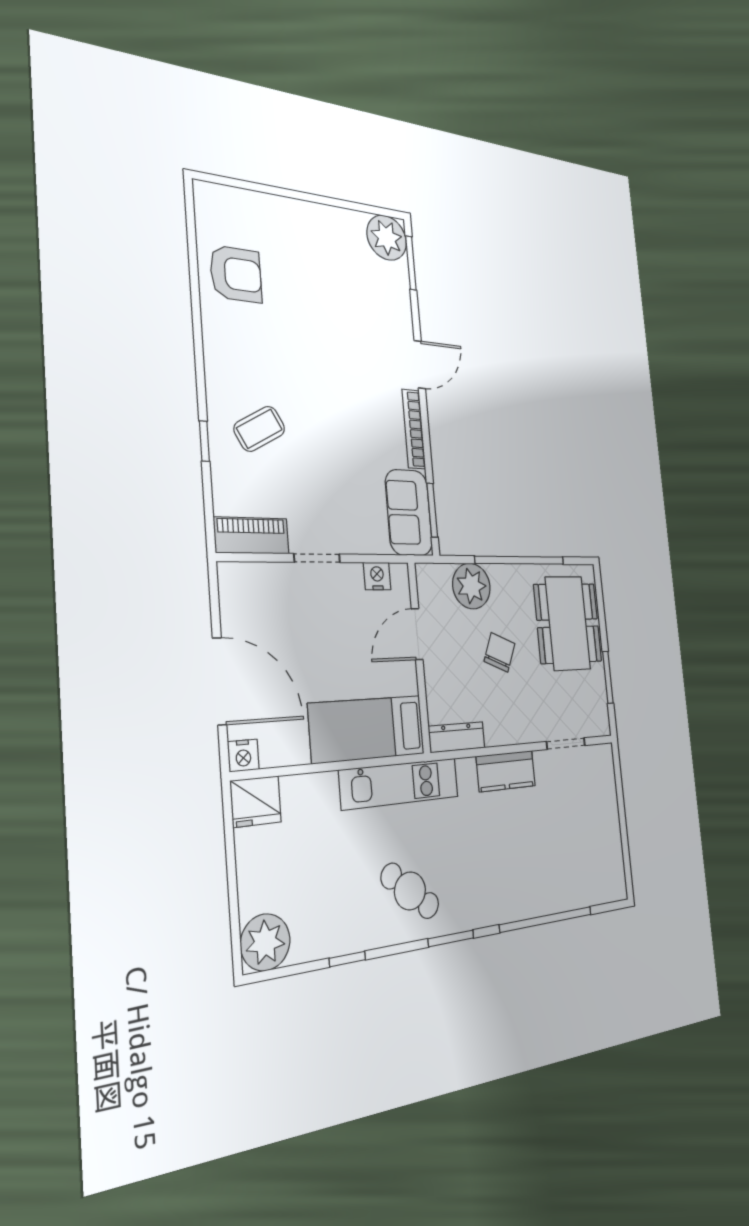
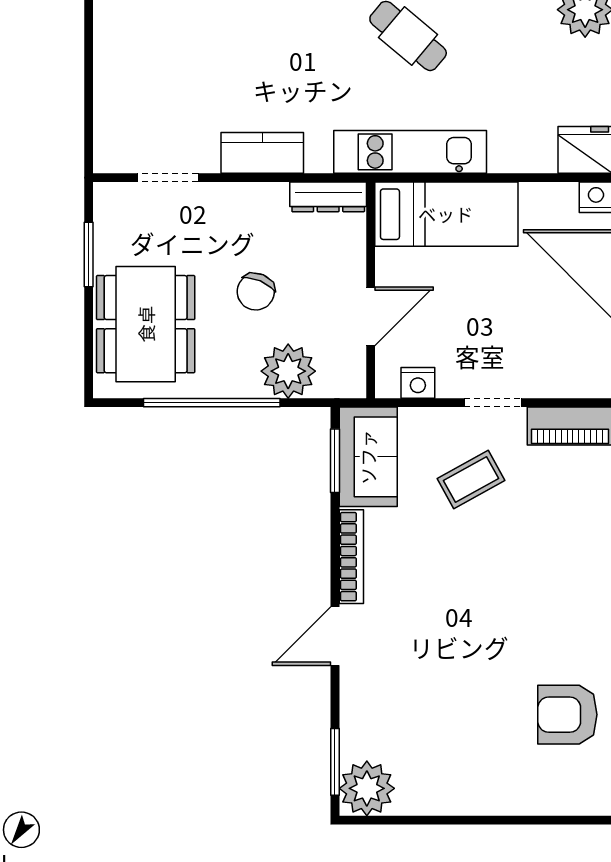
coffee table: (259, 429) -> (471, 479), moved

